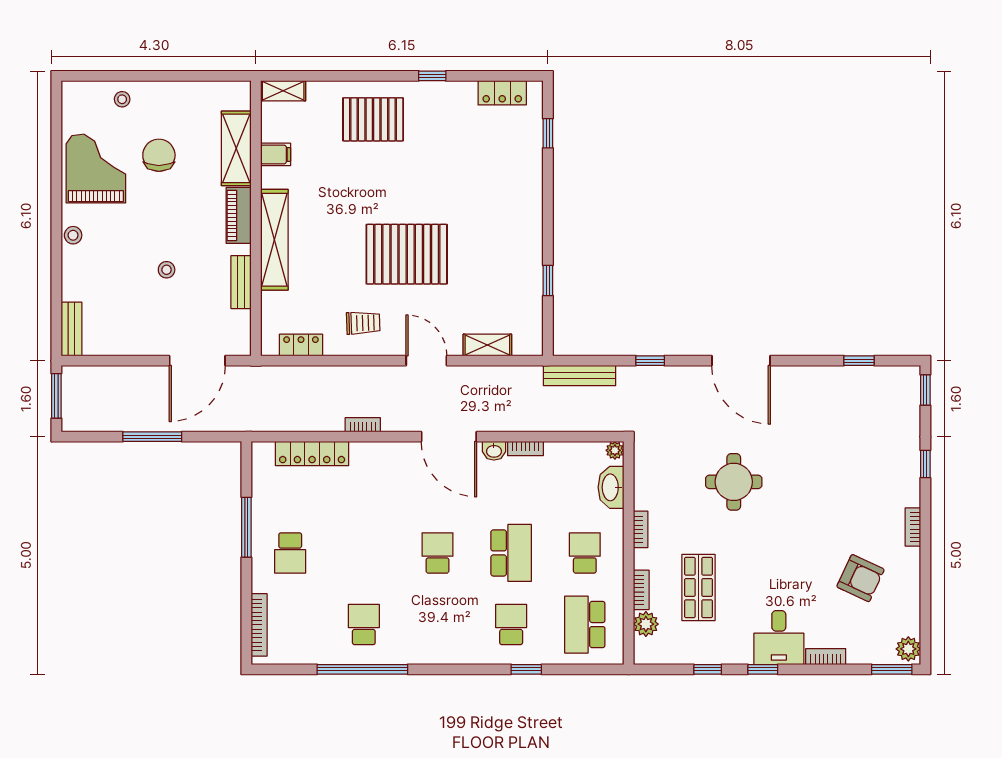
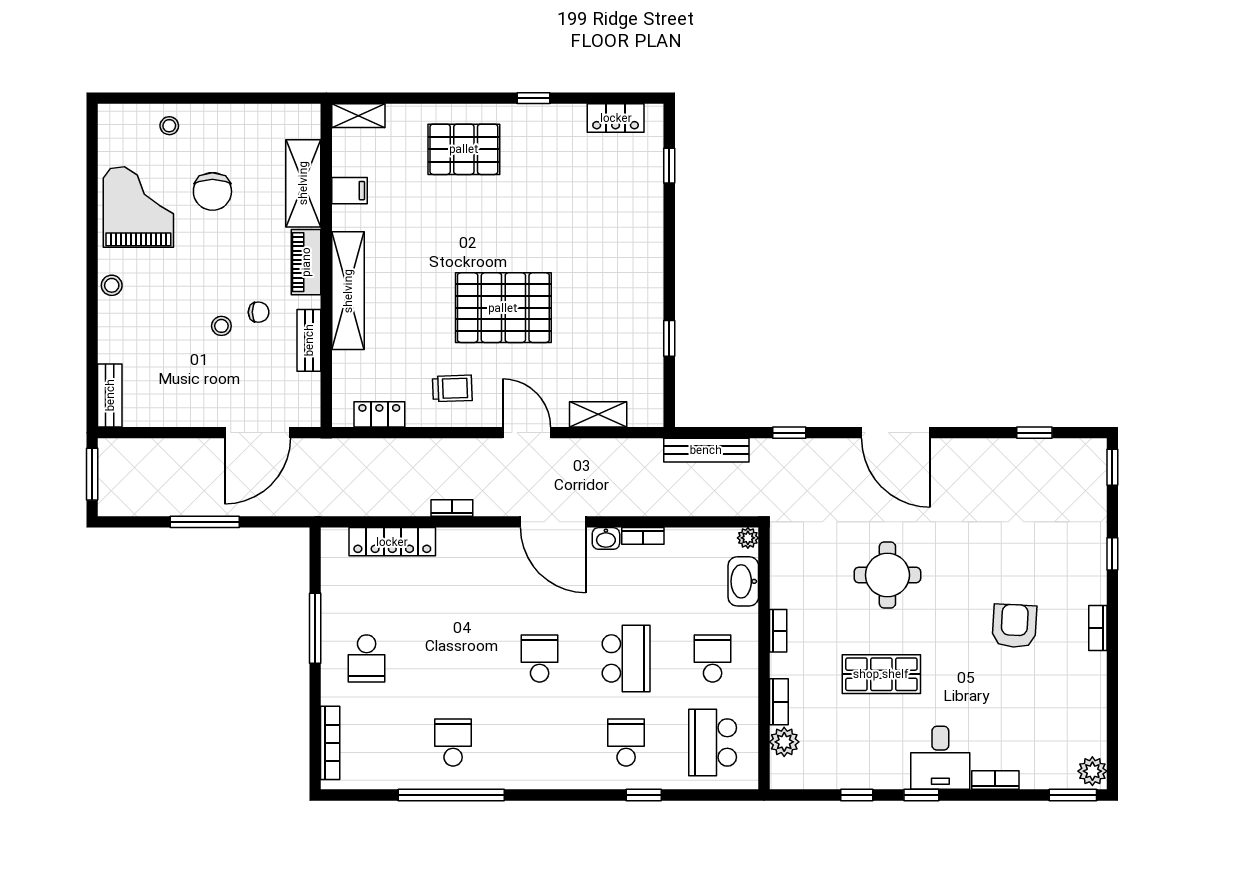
chair: (159, 155) -> (212, 191), turned 180
chair: (198, 258) -> (259, 312), added
armchair: (861, 578) -> (1014, 626), moved, turned -112
shop shelf: (699, 587) -> (881, 674), moved, turned 90

